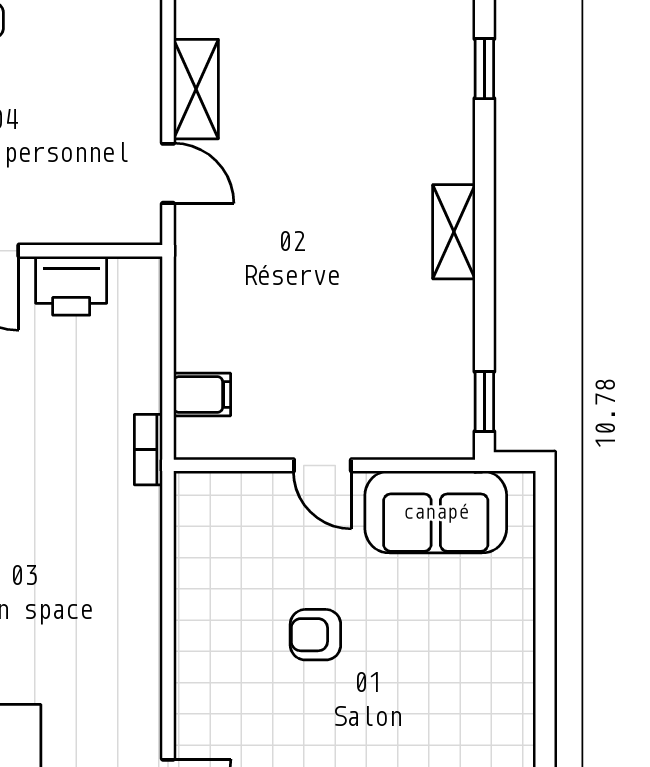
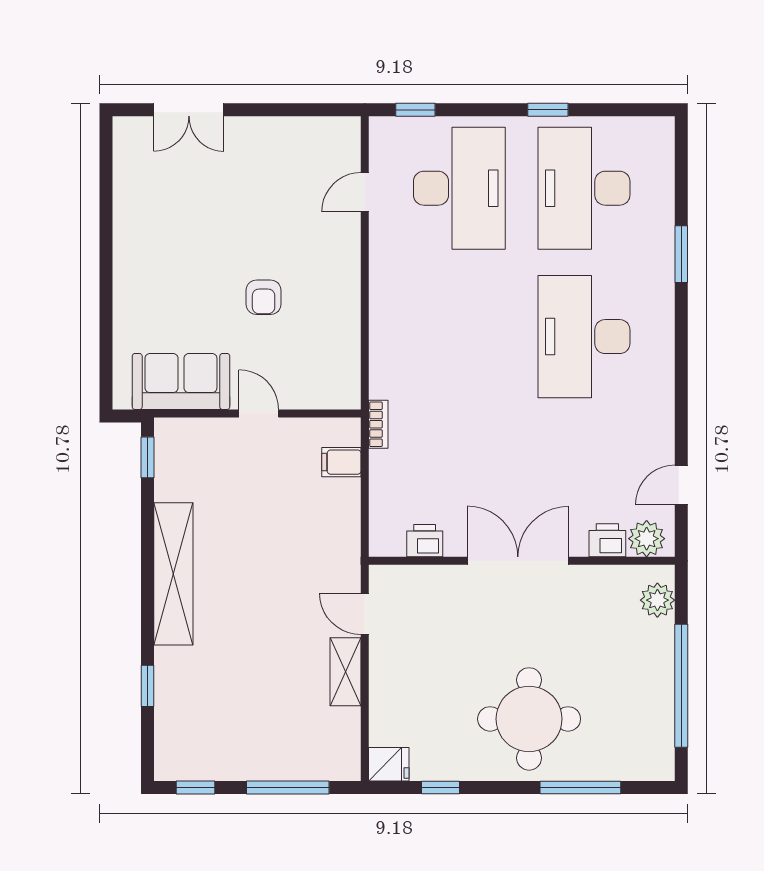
shelving: (454, 232) -> (173, 574), width x2.20, depth x1.33
printer: (71, 286) -> (425, 541), width x0.73, depth x0.81
armchair: (315, 635) -> (264, 297), turned 90

